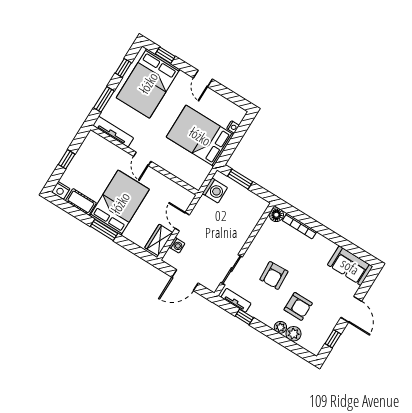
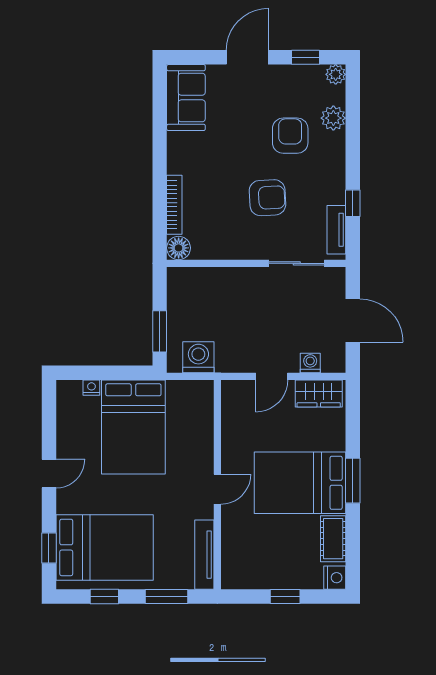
plant: (280, 327) -> (336, 74), moved

